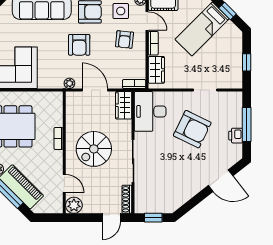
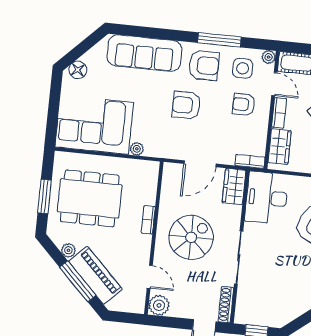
armchair: (124, 40) -> (244, 104), turned 84
armchair: (79, 45) -> (186, 105), turned 90
plant: (69, 83) -> (137, 149), moved
door: (95, 90) -> (200, 164), swing flipped
spiral stairs: (94, 149) -> (191, 237), turned 180

